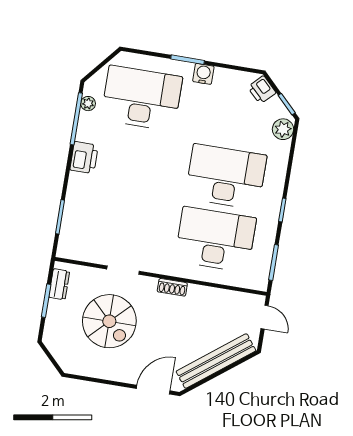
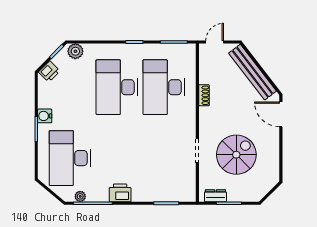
shoe rack: (172, 287) -> (204, 95), moved

